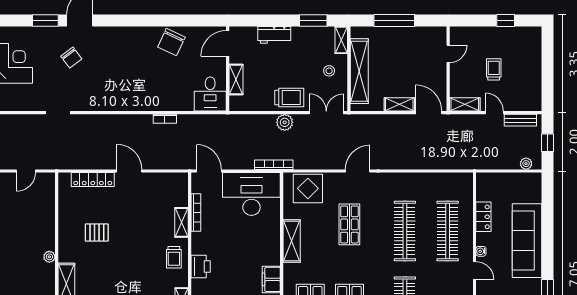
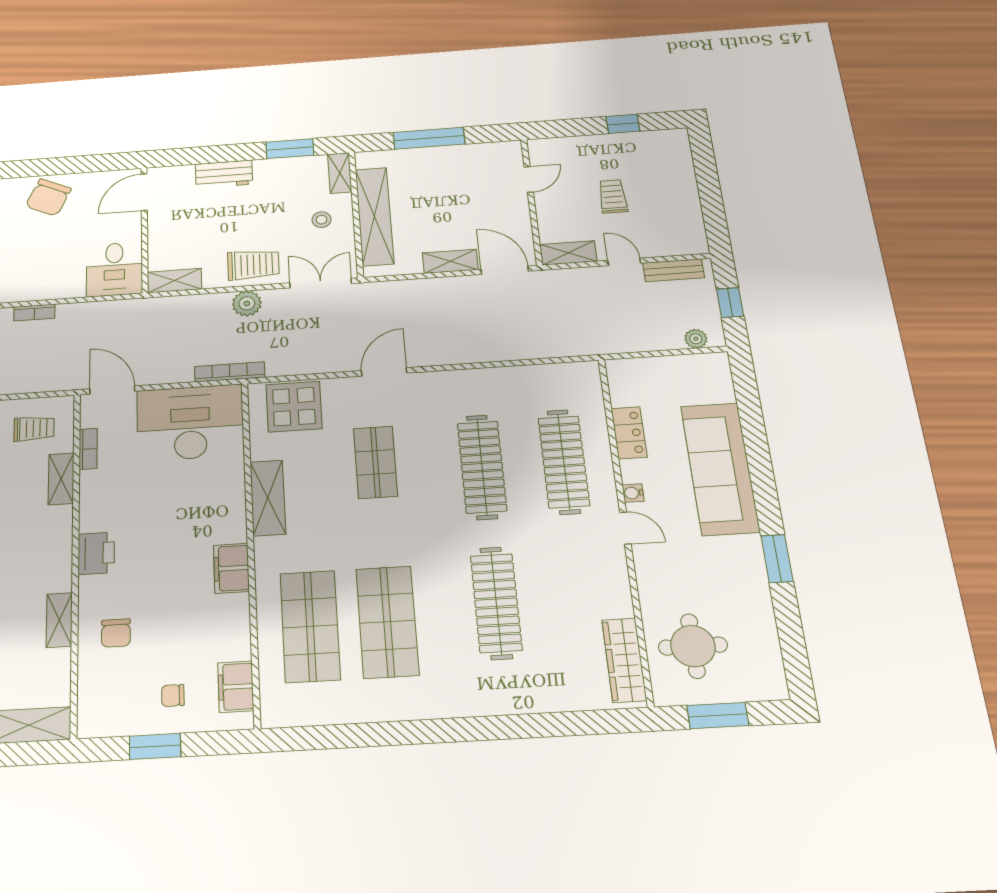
shelving: (236, 80) -> (174, 281), moved, turned 90
bookcase: (196, 212) -> (88, 449), width x0.64
trolley: (174, 257) -> (34, 429), moved, turned -90

